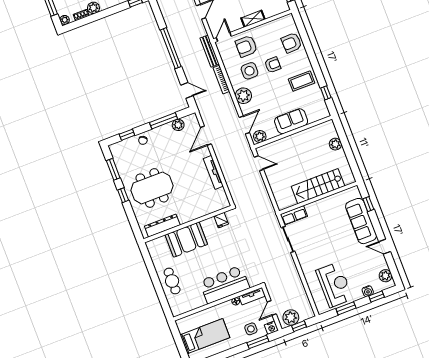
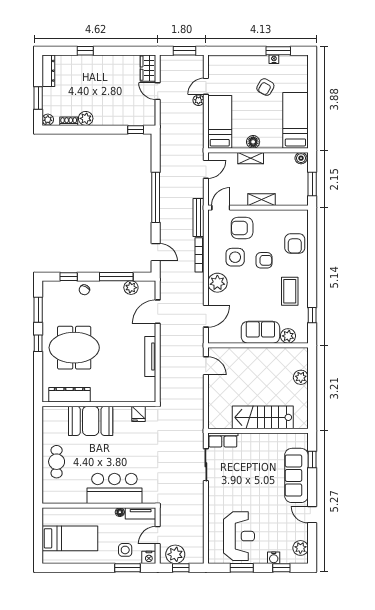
armchair: (291, 43) -> (295, 244), turned -88
coffee table: (302, 81) -> (290, 291), turned 90
plant: (260, 136) -> (288, 336), moved

